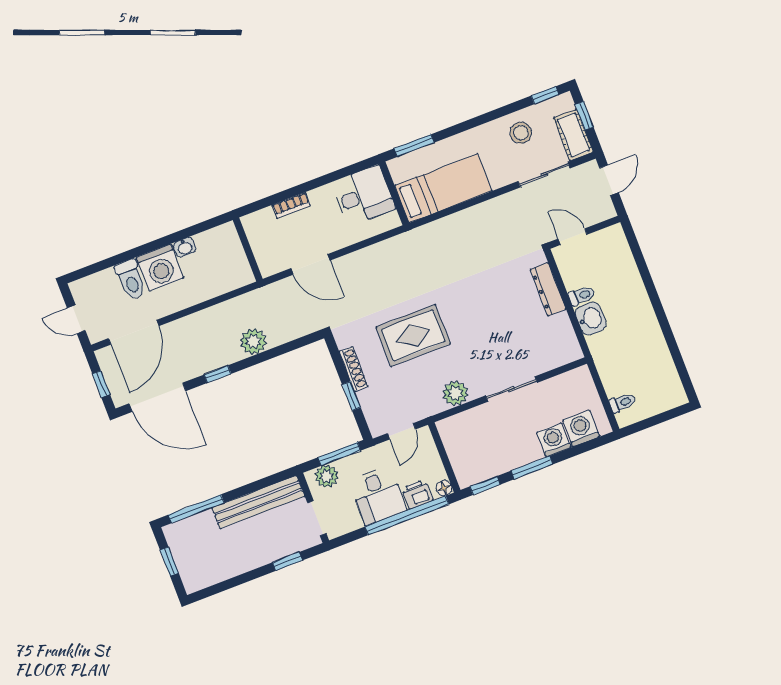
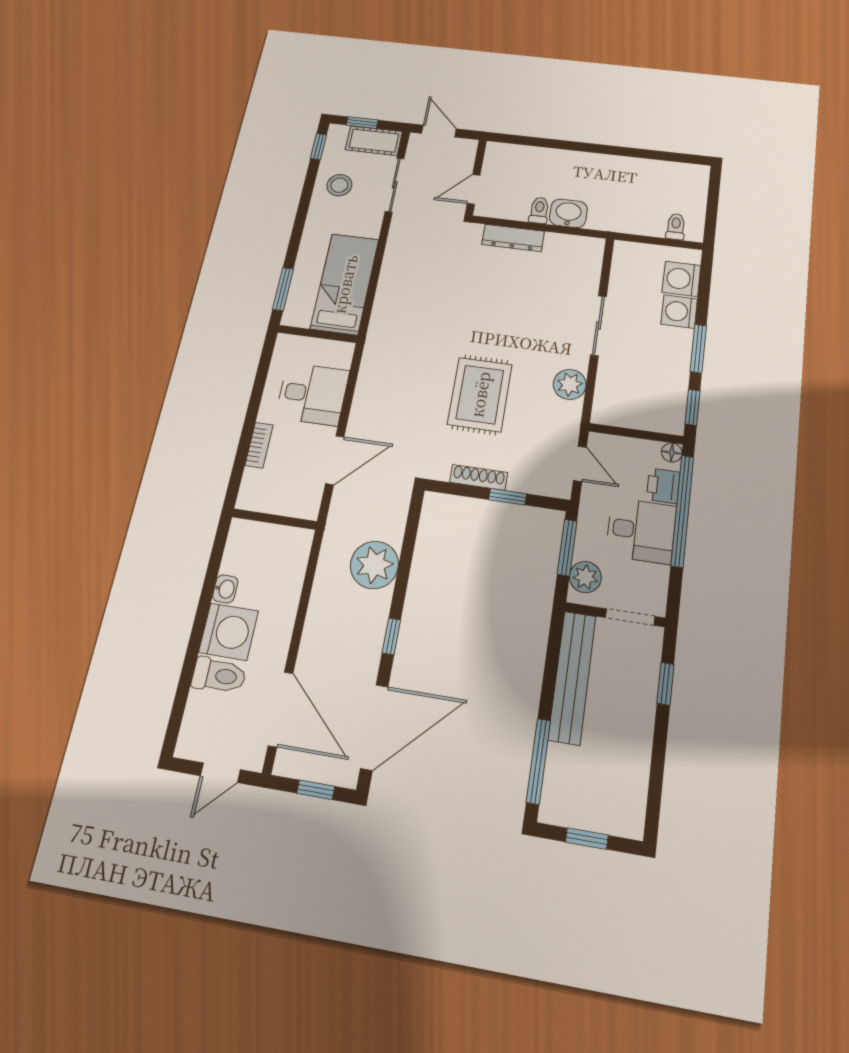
desk: (363, 196) -> (312, 394), moved, turned 90
plant: (253, 341) -> (374, 565), width x1.36, depth x1.36

